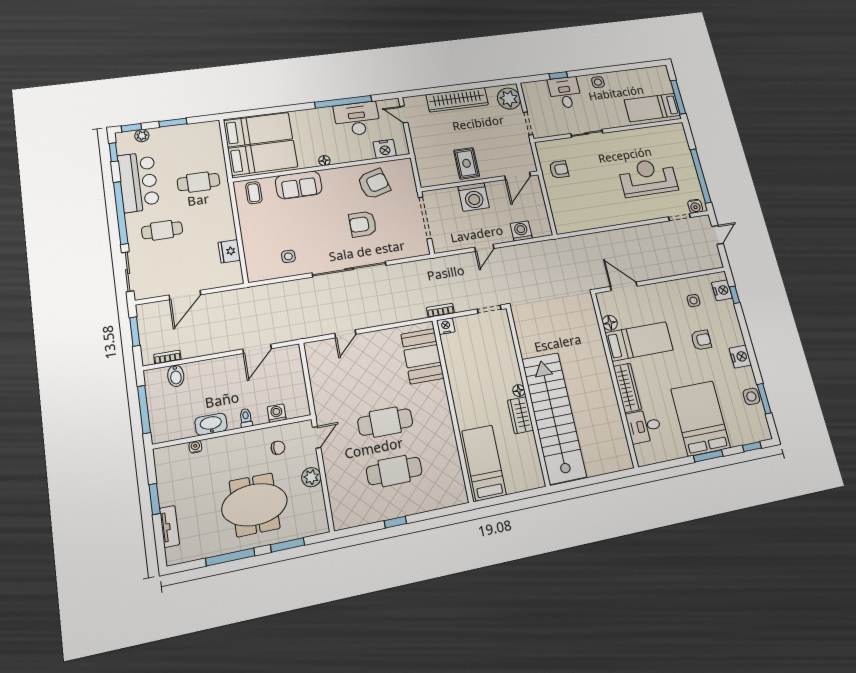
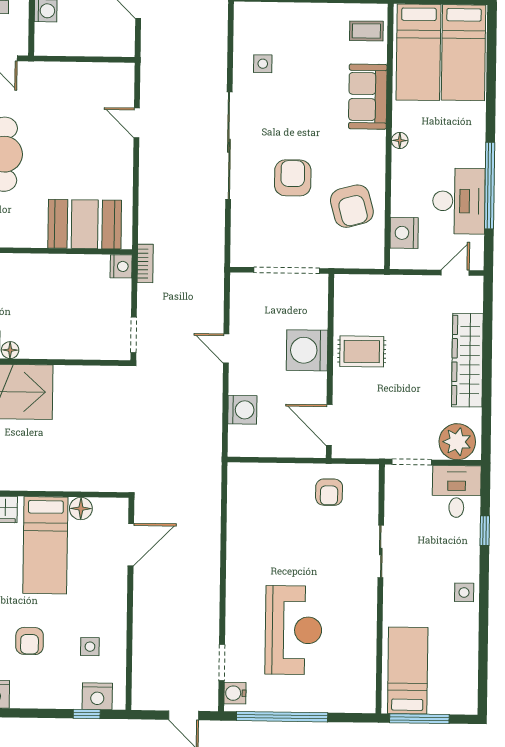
desk: (565, 93) -> (457, 491), moved, turned -90

